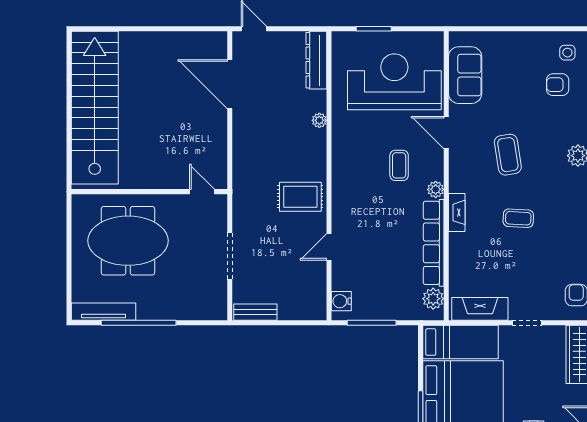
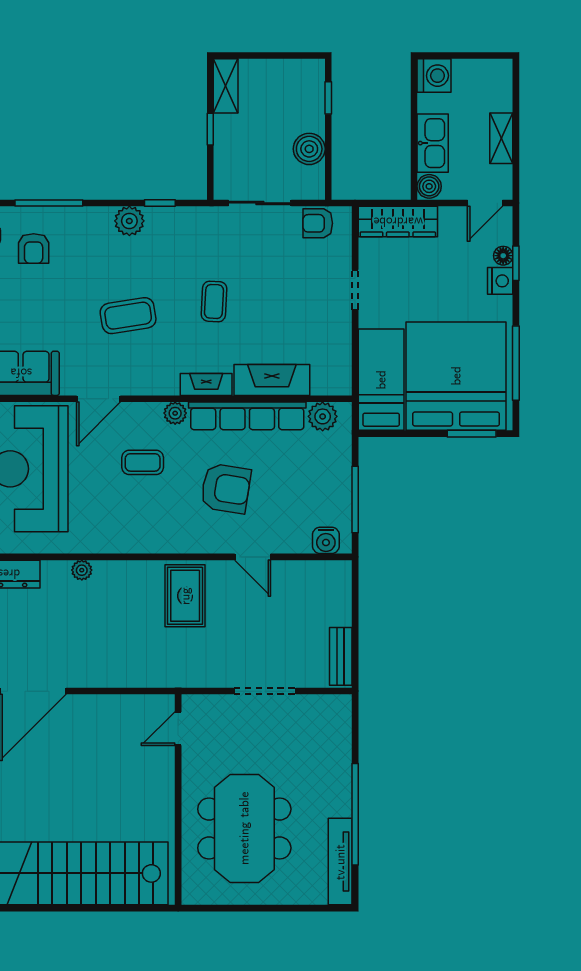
armchair: (380, 227) -> (226, 488), added
fireplace: (480, 309) -> (272, 380), moved, turned 90

